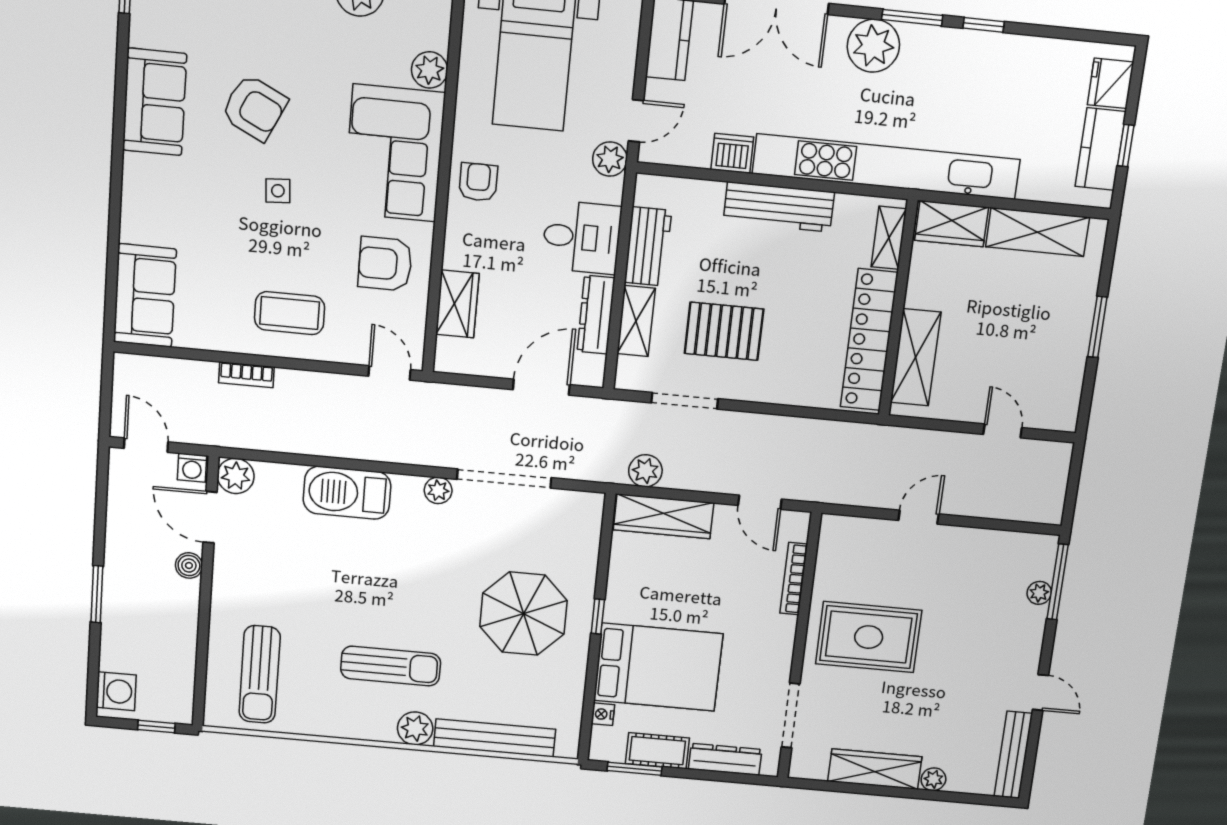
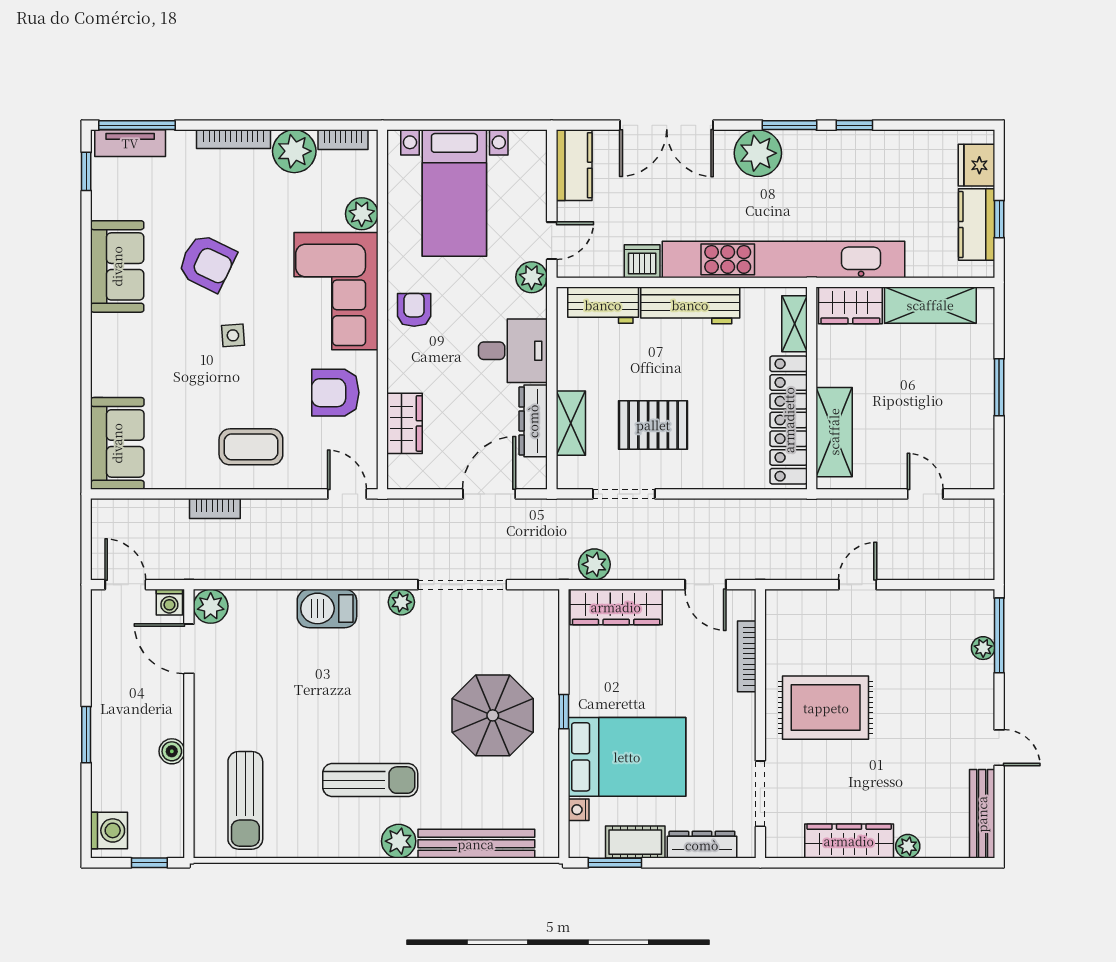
workbench: (648, 246) -> (603, 305), moved, turned 90
barbecue: (347, 493) -> (327, 608), width x0.73, depth x0.83
boiler: (189, 566) -> (172, 751), moved

